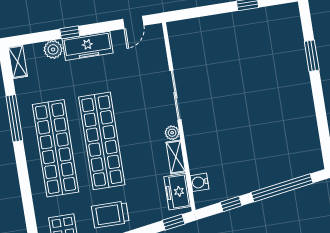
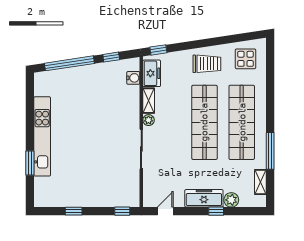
window: (187, 14) -> (122, 211), added
shelving: (18, 62) -> (260, 182), moved
kitchen unit: (302, 91) -> (42, 136), added

